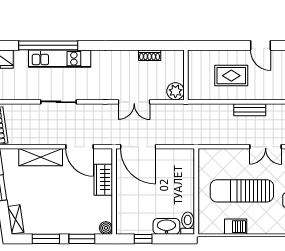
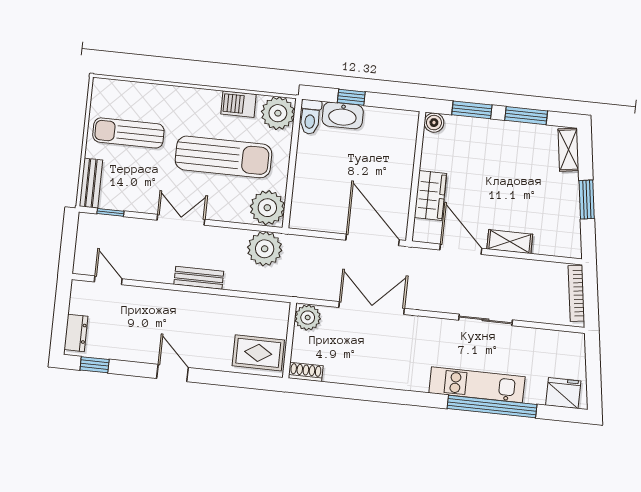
shoe rack: (150, 55) -> (306, 372), moved
rug: (231, 76) -> (258, 353), moved
double door: (134, 102) -> (372, 308), width x1.37
plant: (208, 133) -> (265, 249), added
shelving: (41, 157) -> (510, 242), width x0.67, depth x0.75
plant: (210, 161) -> (267, 208), added
plant: (209, 223) -> (278, 113), added
window: (143, 239) -> (351, 97), moved

